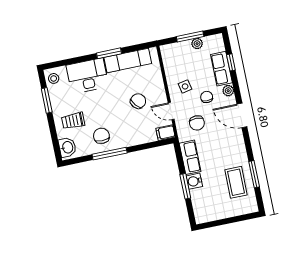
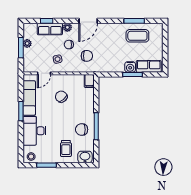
door: (171, 111) -> (44, 73), moved
row of seats: (190, 157) -> (149, 66), moved

